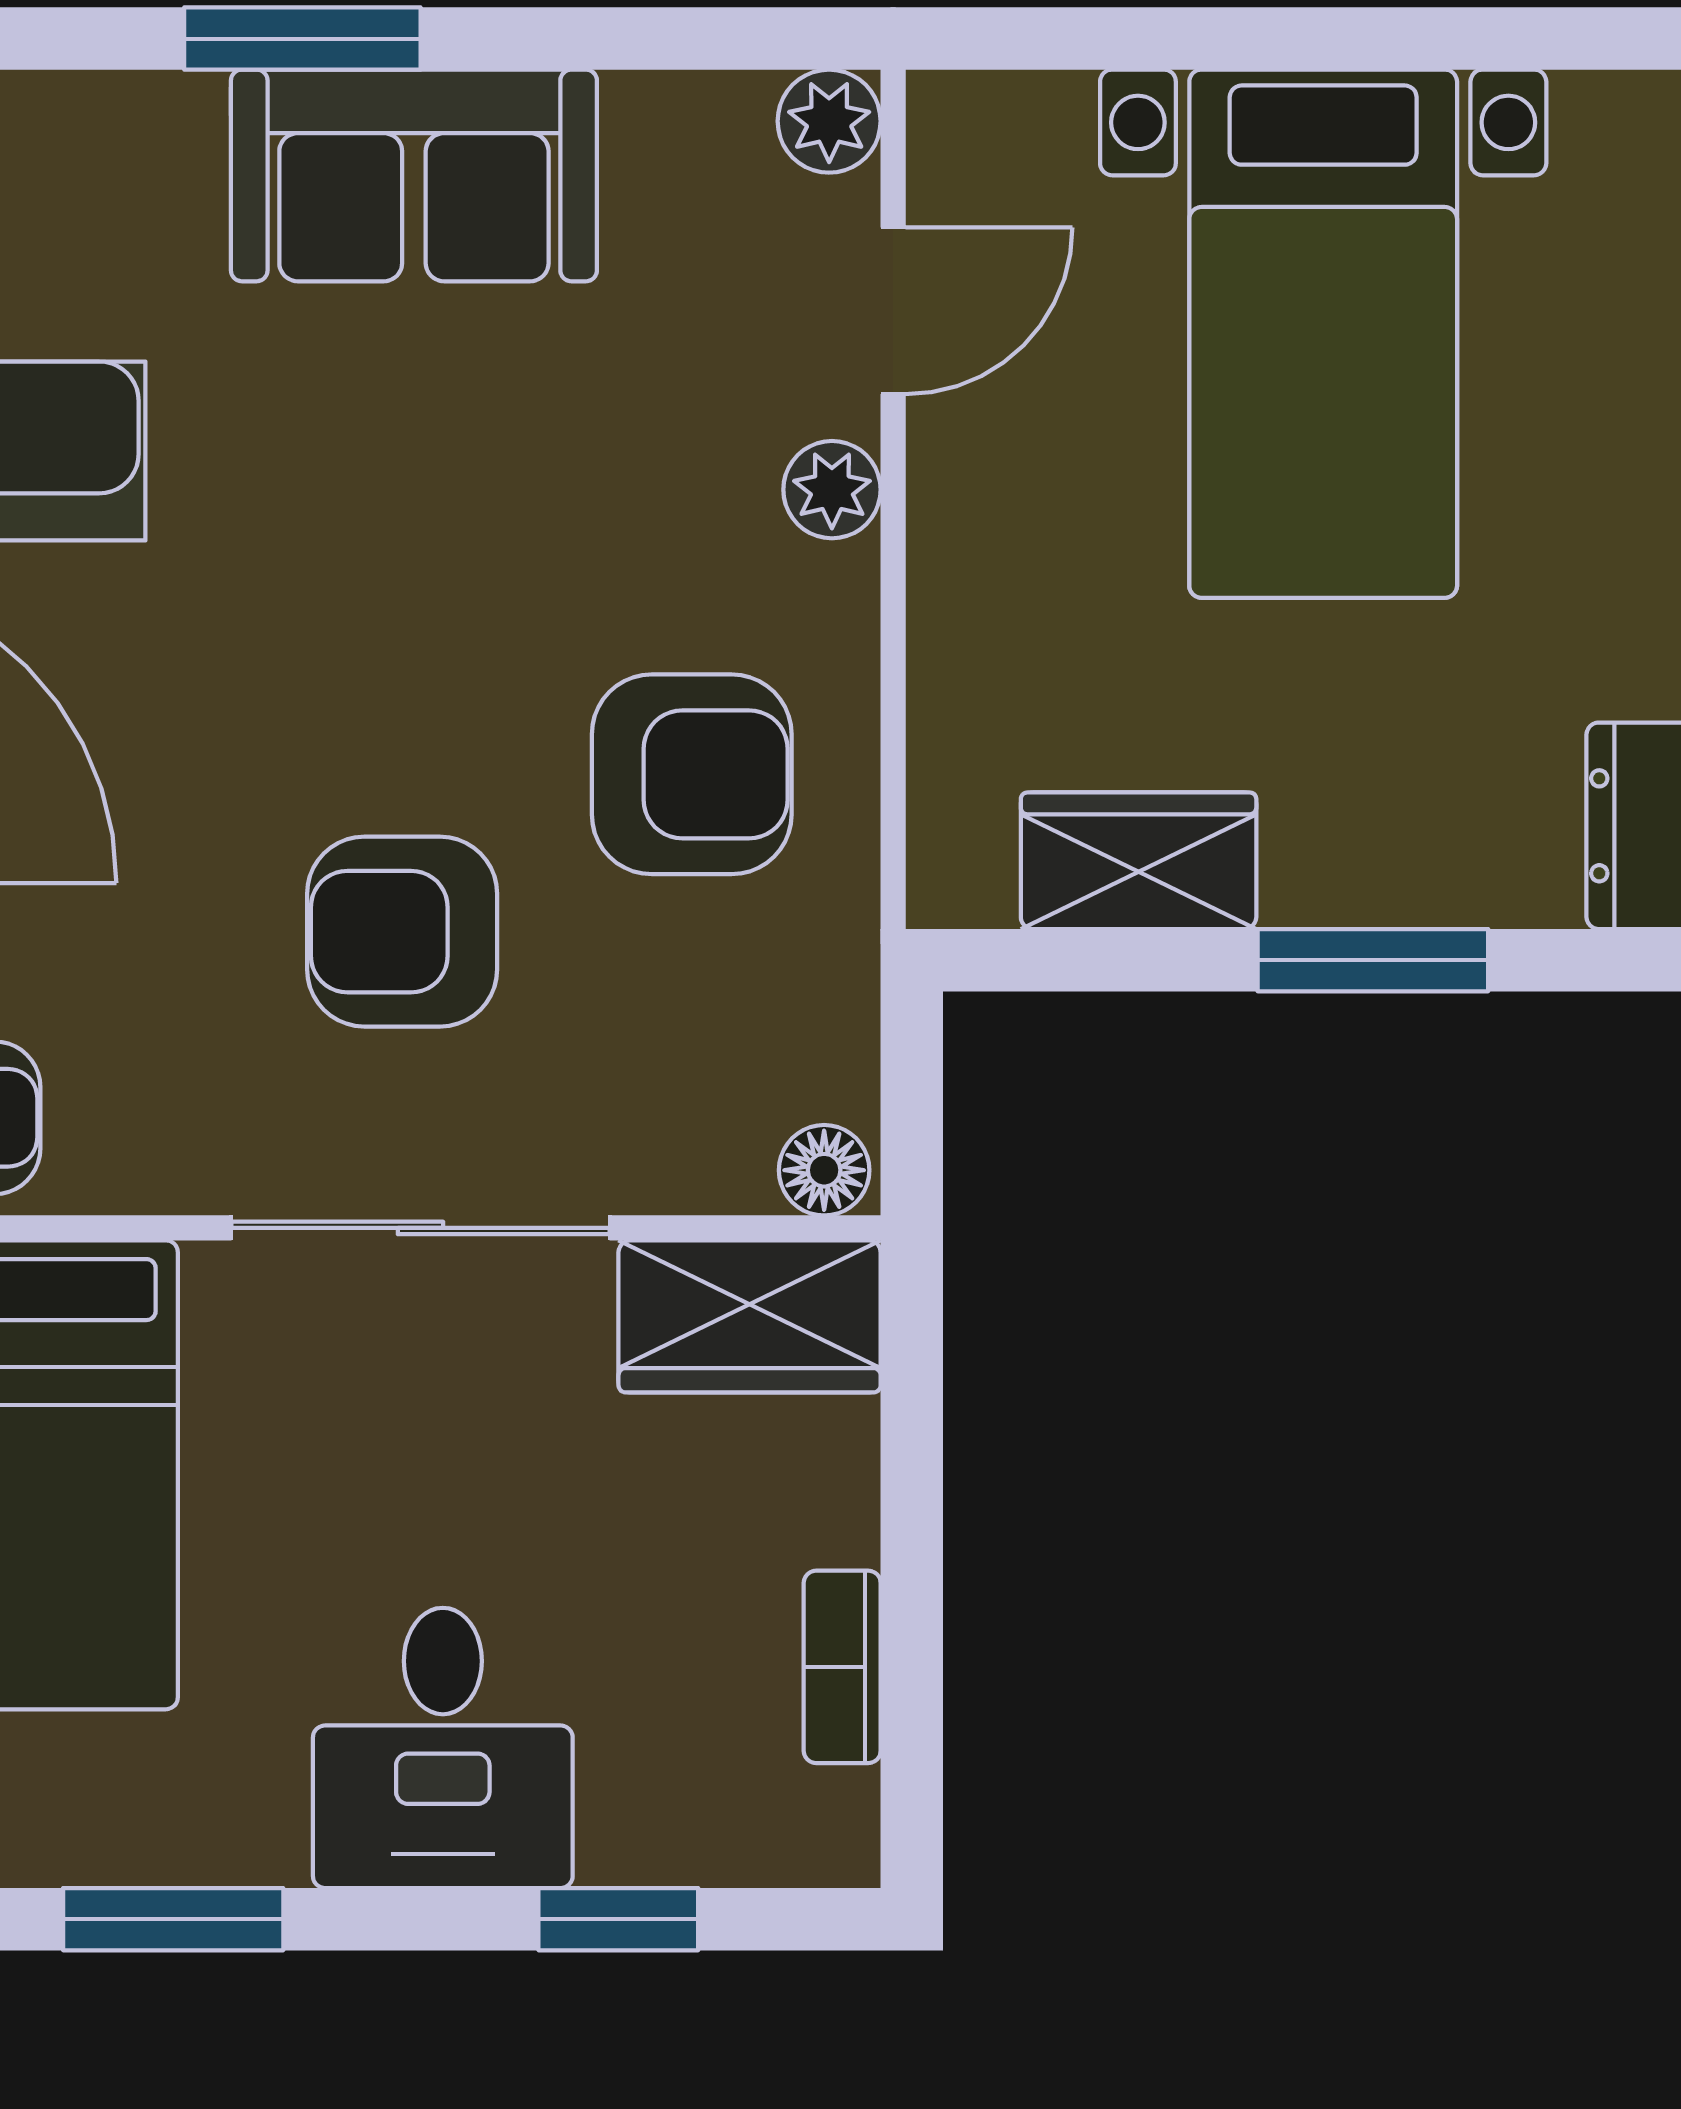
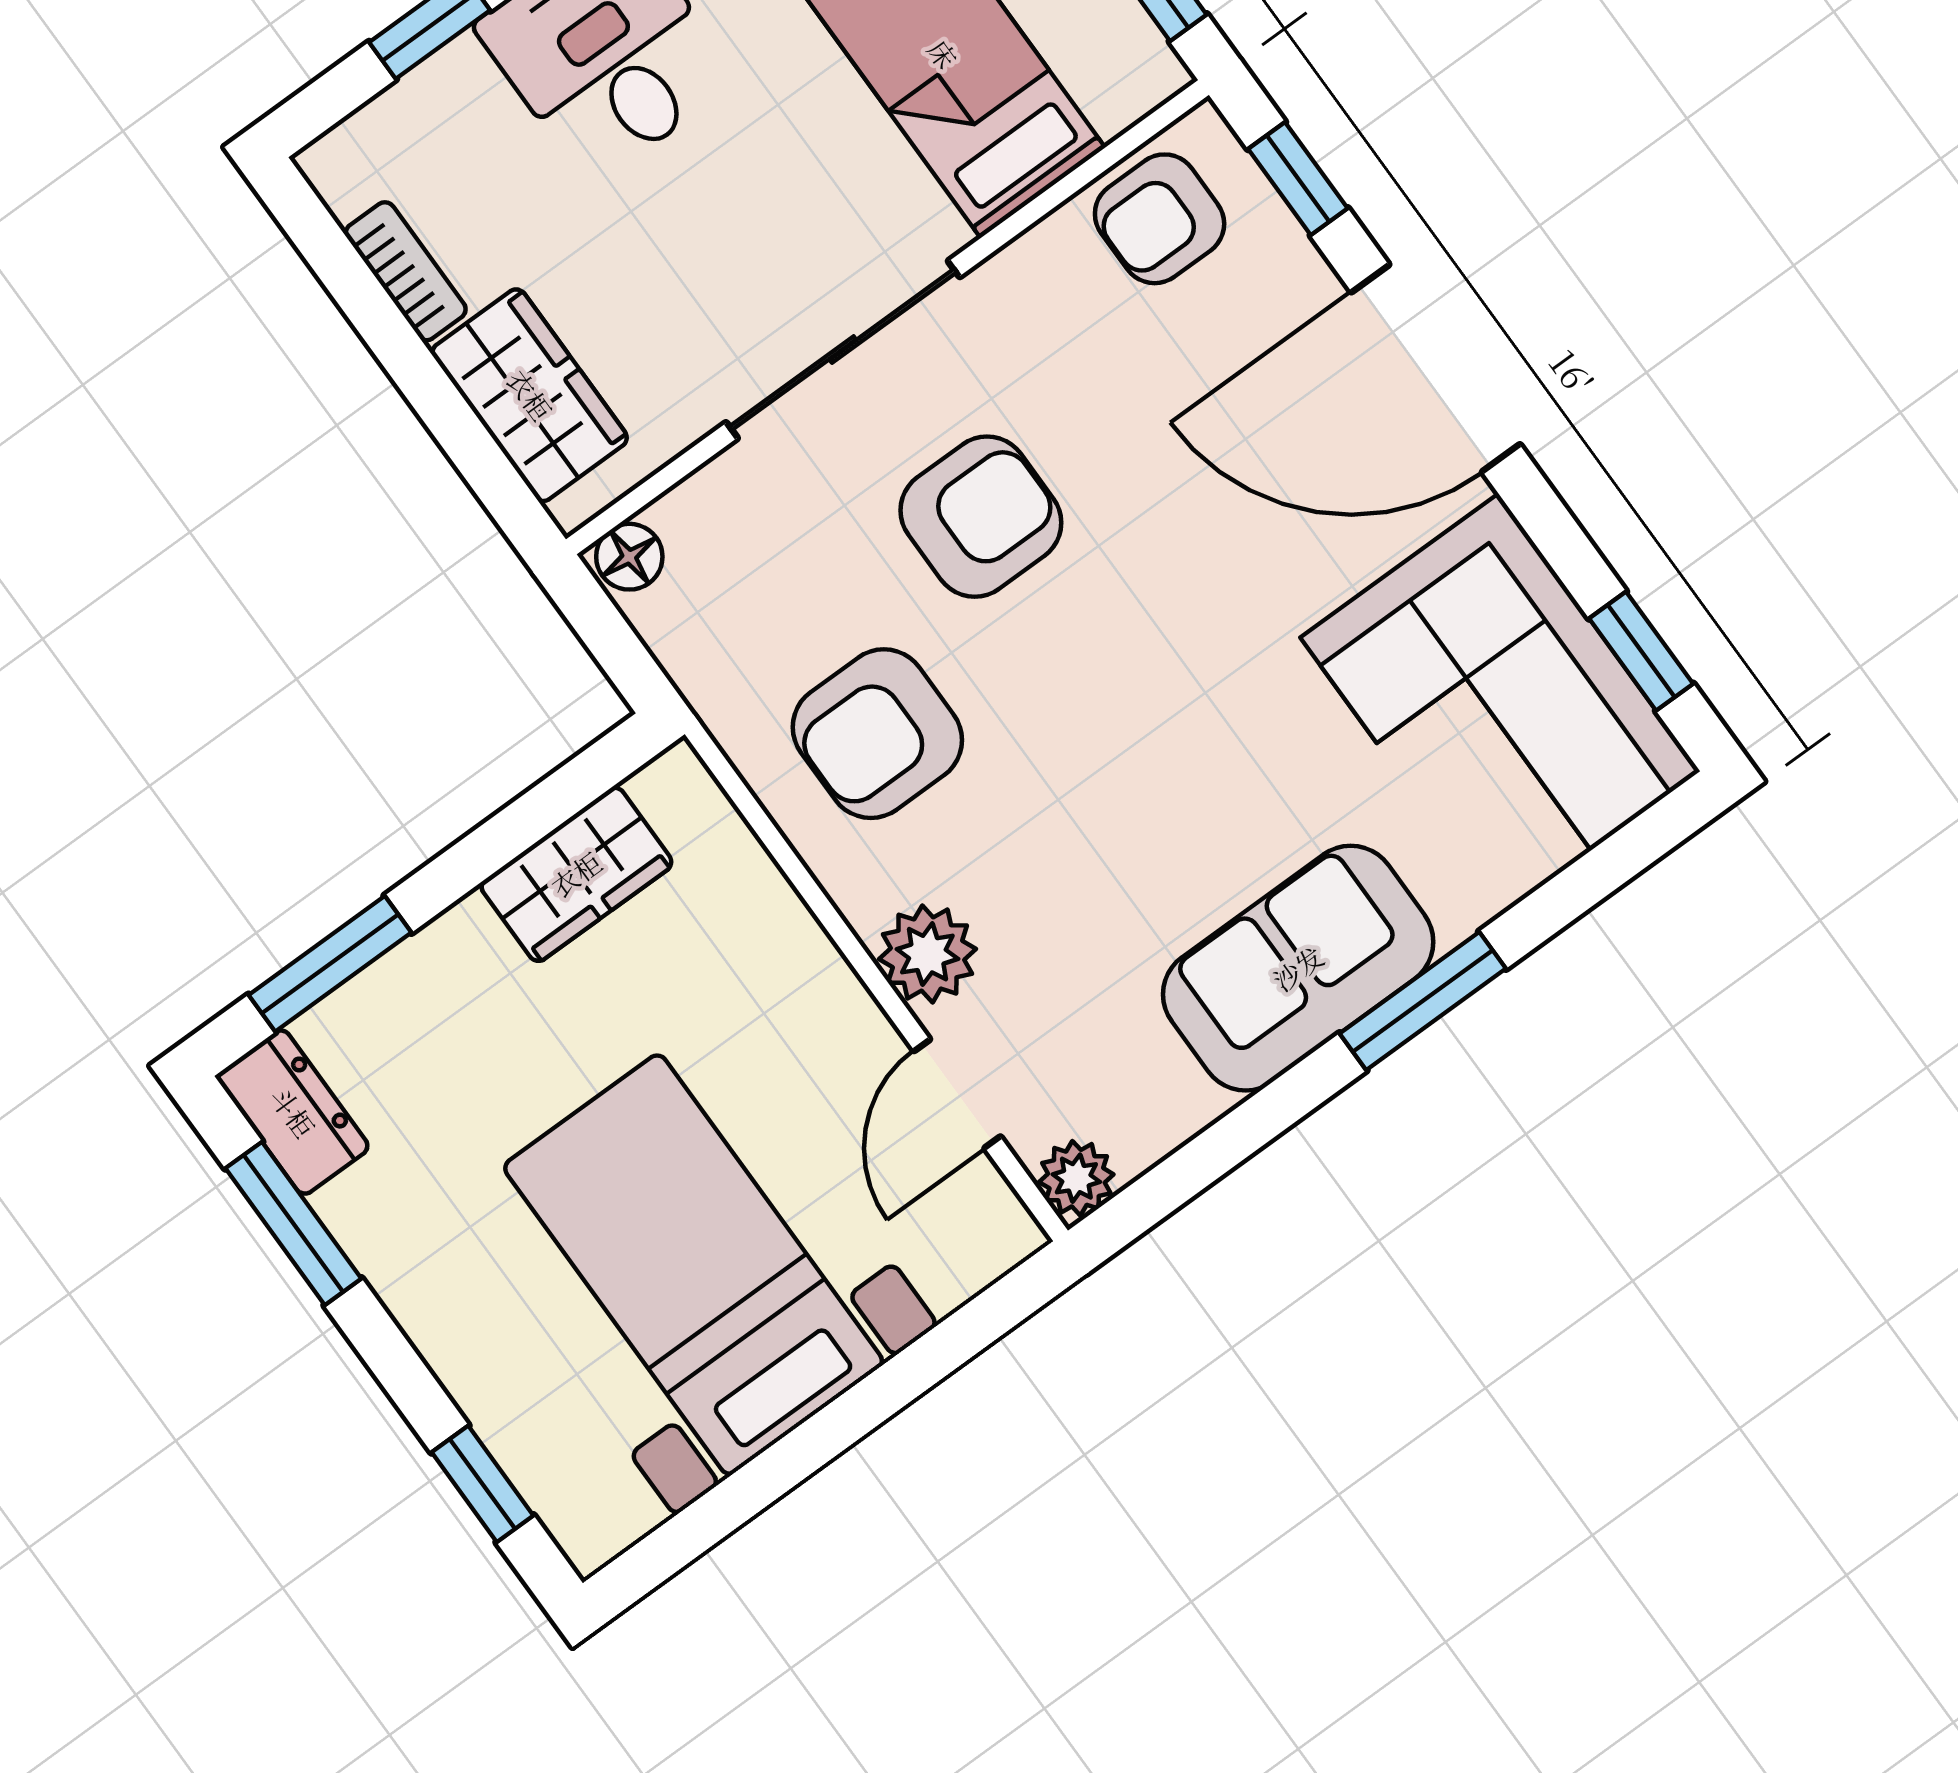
plant: (832, 490) -> (927, 954), width x1.38, depth x1.38
window: (1373, 960) -> (330, 964), moved
wardrobe: (750, 1316) -> (530, 395), moved, turned 90

